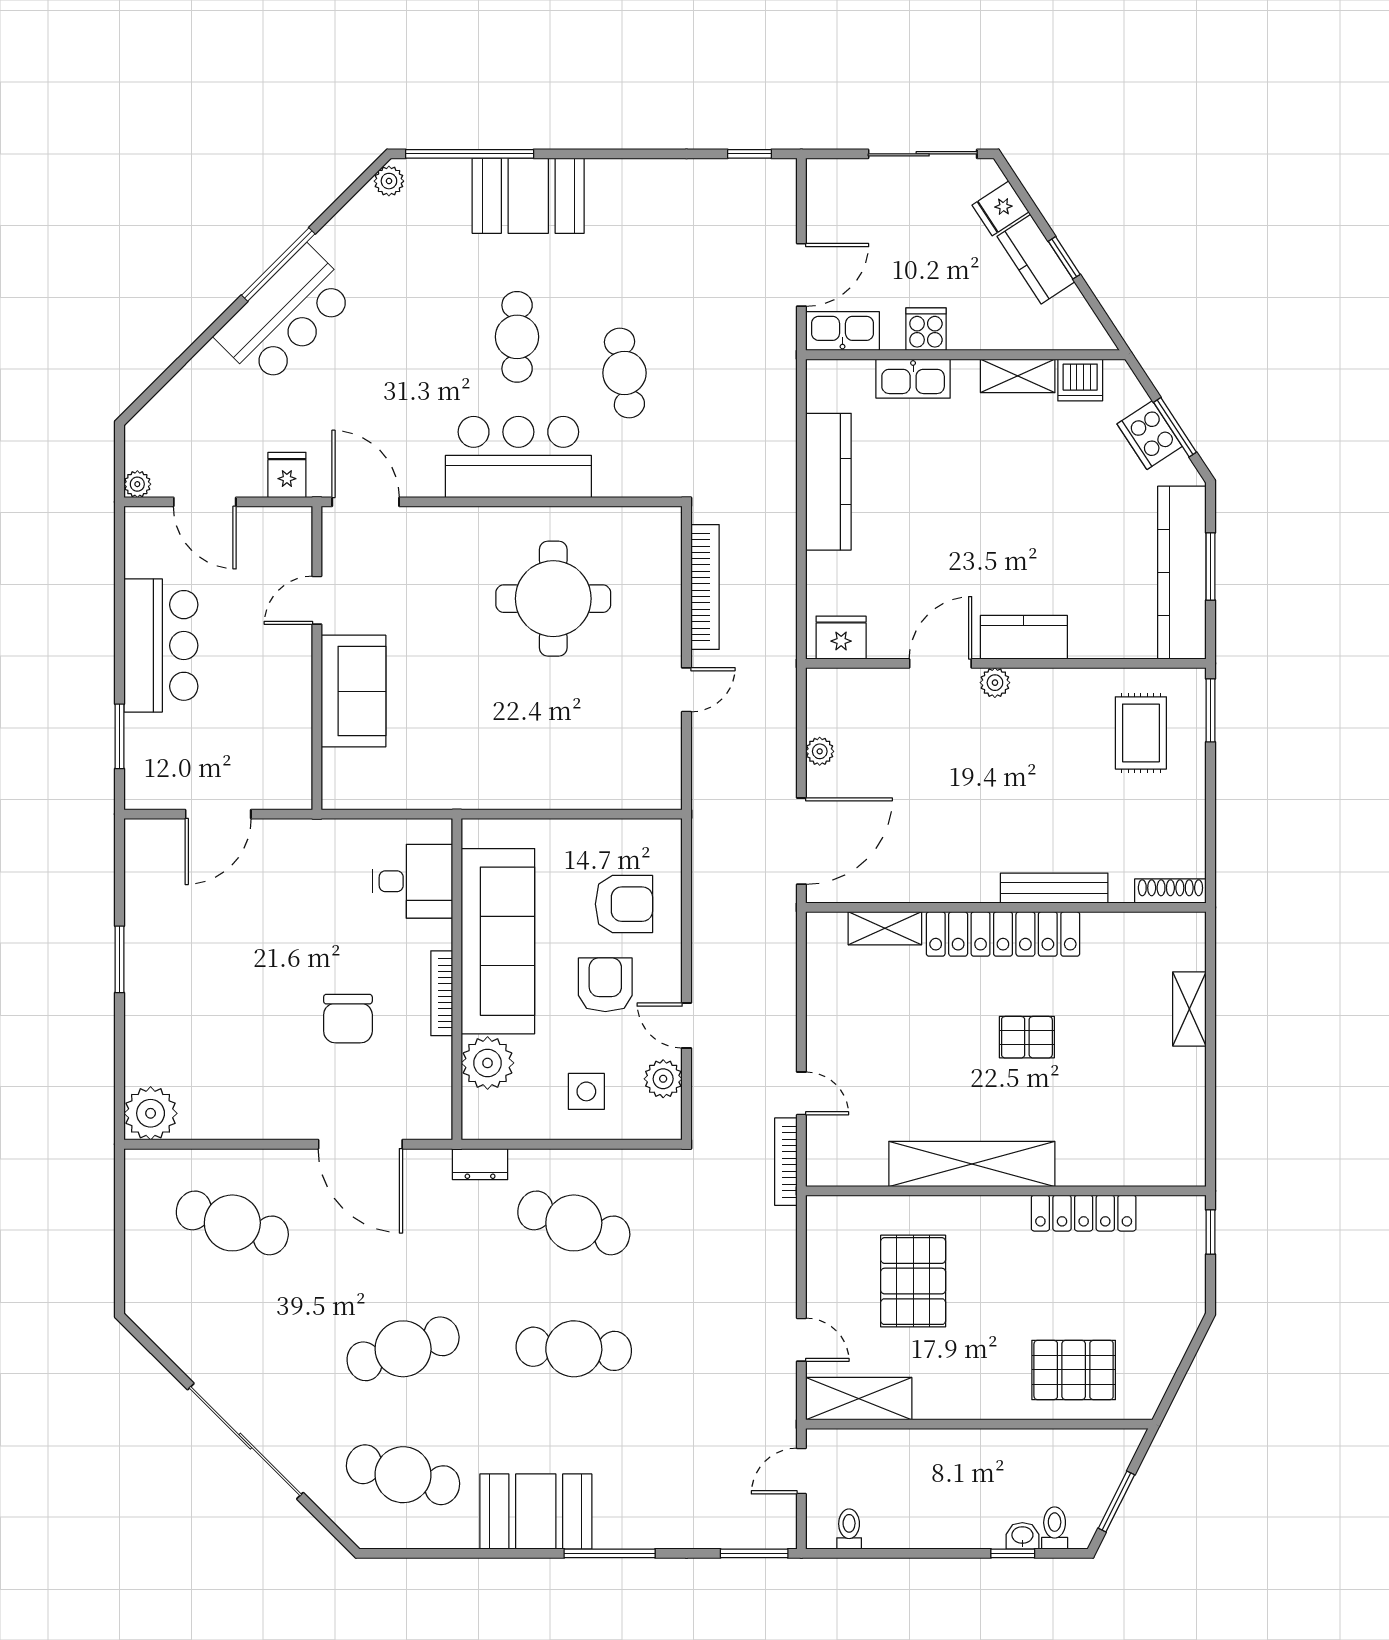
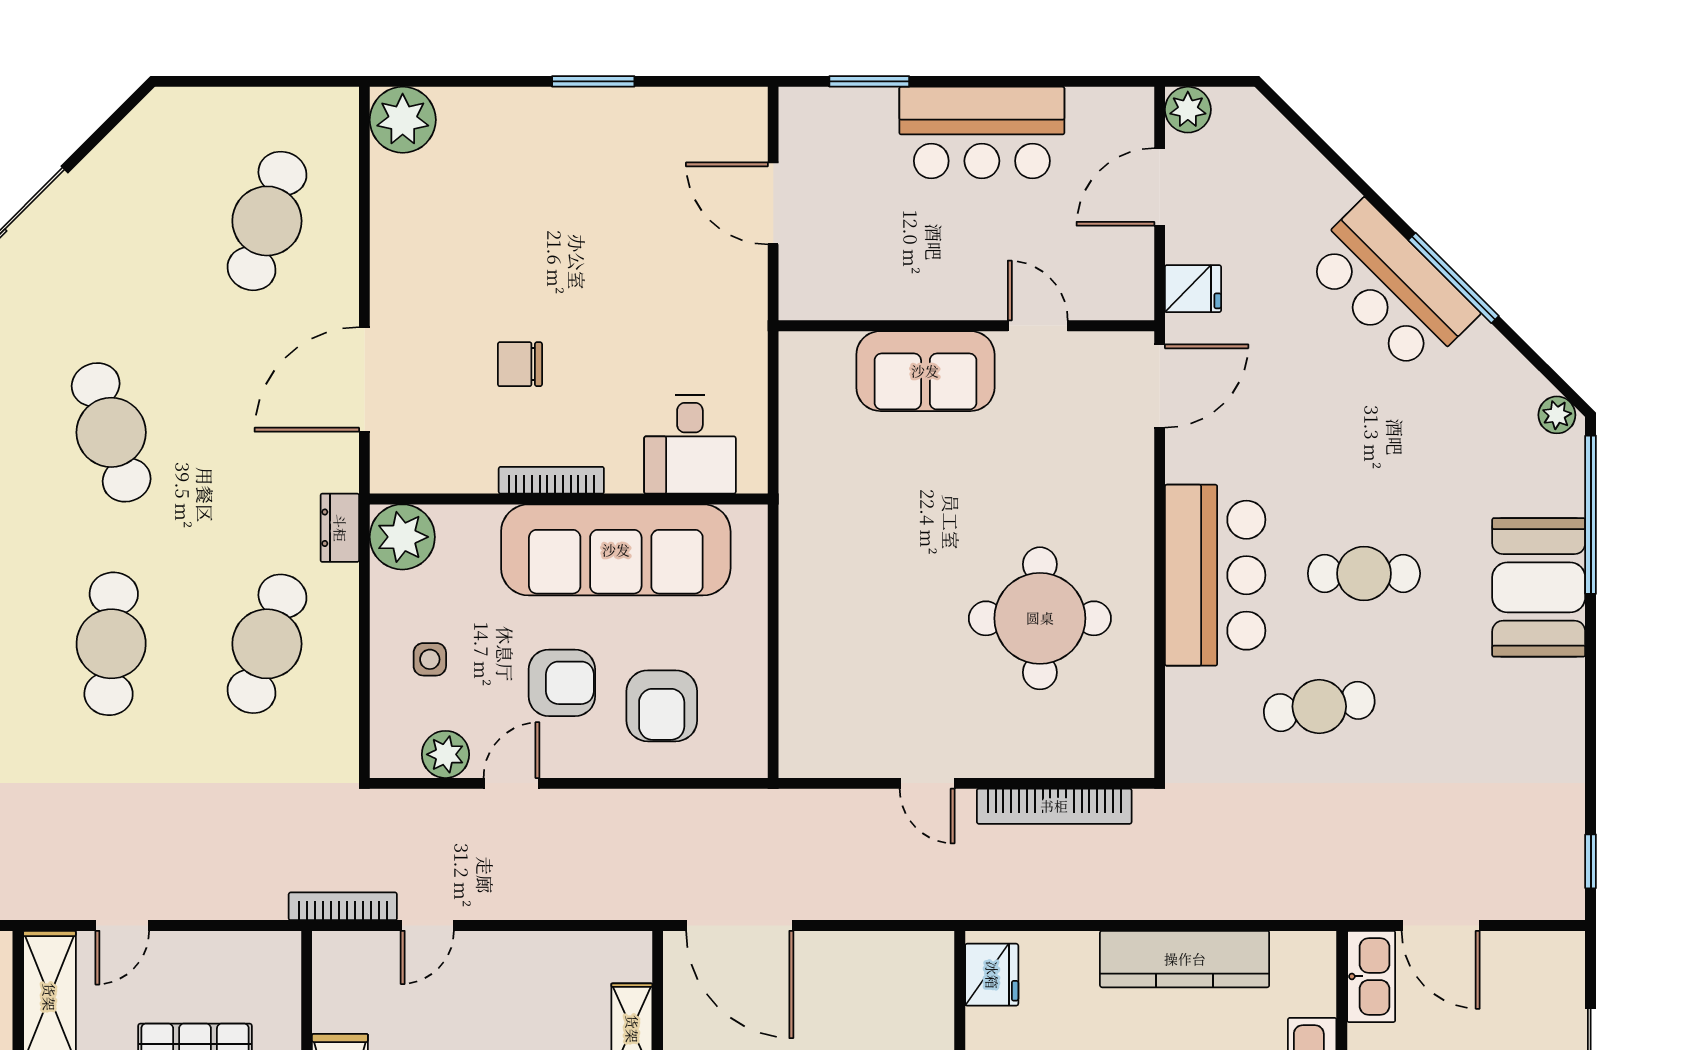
plant: (137, 484) -> (1188, 110), width x1.38, depth x1.38
plant: (820, 751) -> (851, 948), removed
chair: (348, 1019) -> (520, 364), width x0.73, depth x0.73
plant: (488, 1063) -> (402, 537), moved
side table: (586, 1091) -> (430, 659), width x0.73, depth x0.73

